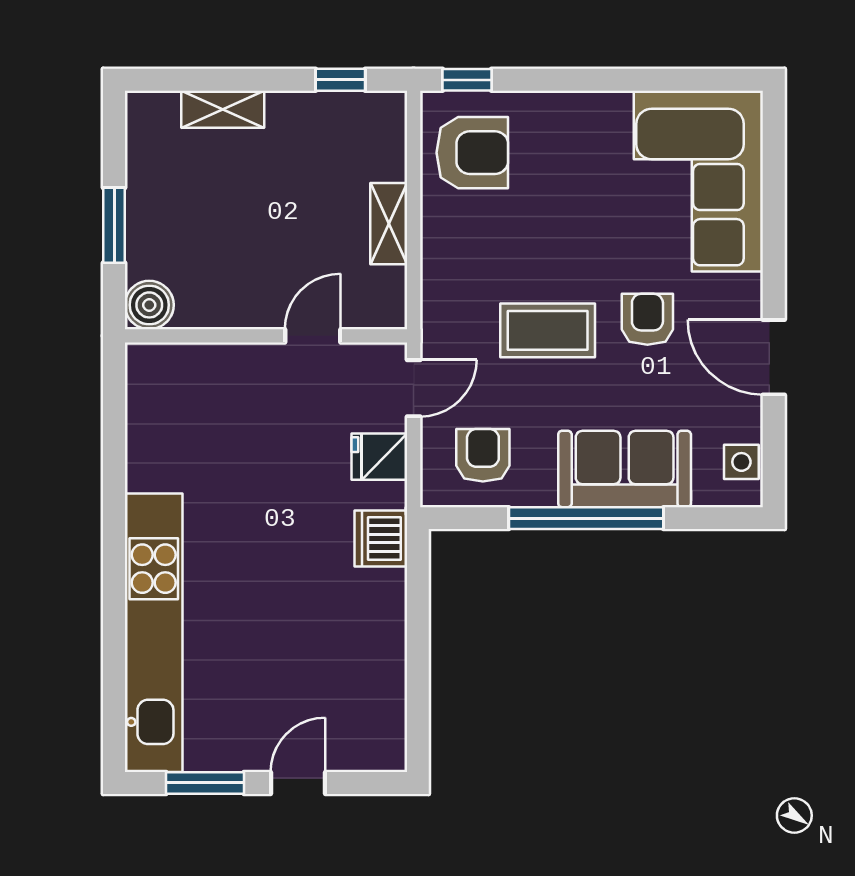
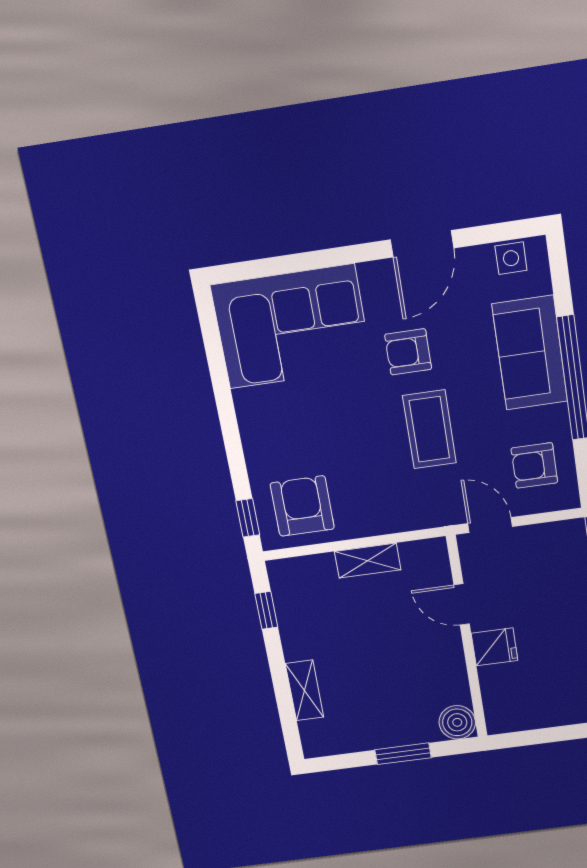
fridge: (379, 457) -> (495, 647), moved, turned -90

